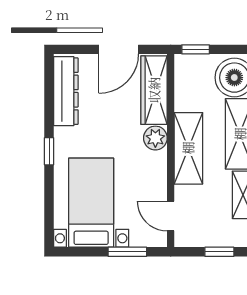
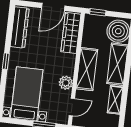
plant: (155, 138) -> (66, 83), moved
door: (171, 216) -> (72, 107), swing flipped

